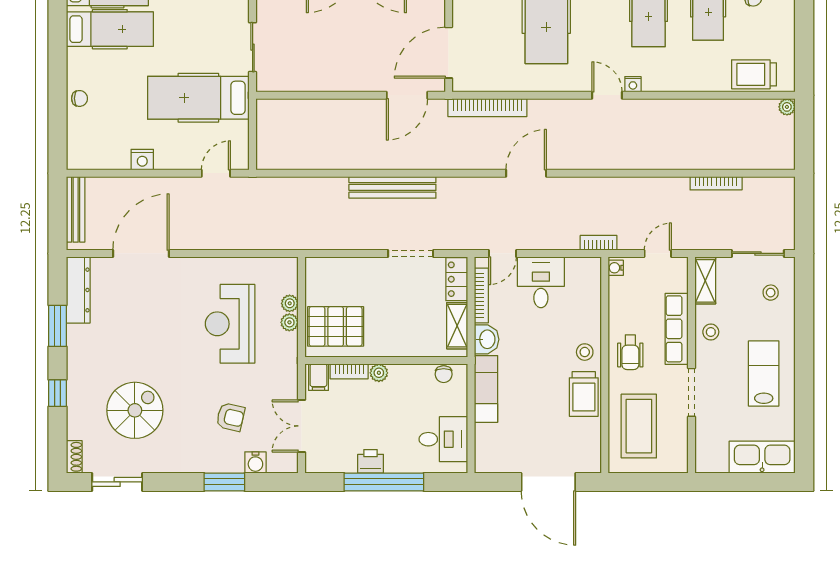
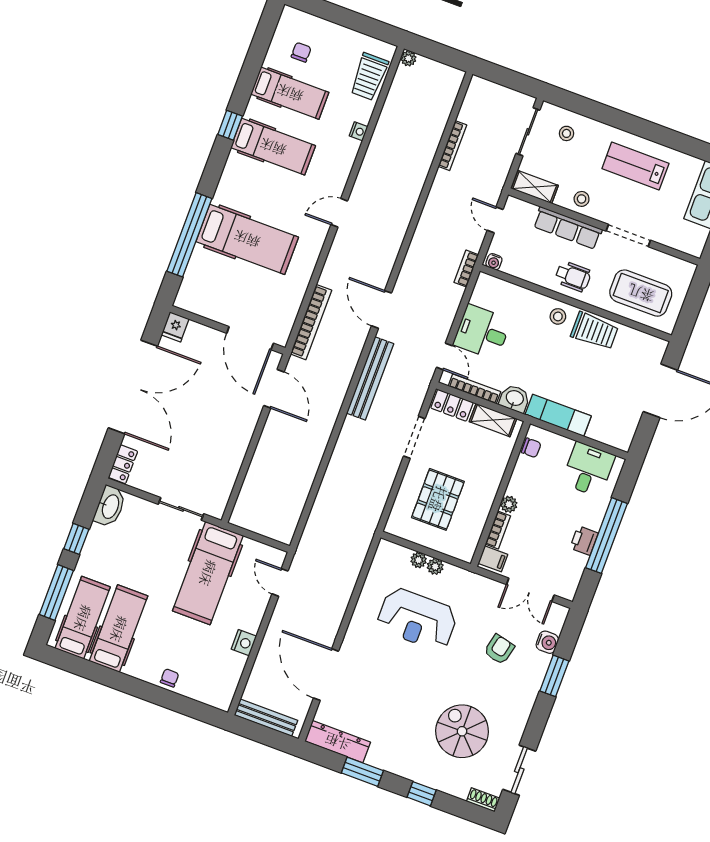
nightstand: (633, 84) -> (359, 131), moved
bench: (392, 187) -> (370, 378), moved
pallet: (336, 326) -> (438, 499), moved

